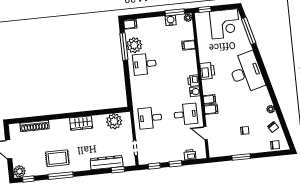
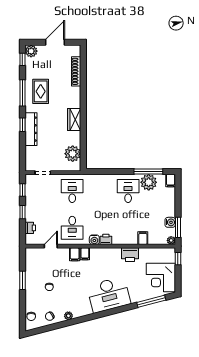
printer: (207, 71) -> (130, 255), moved
dresser: (107, 163) -> (31, 129), moved
window: (118, 170) -> (22, 125), moved

